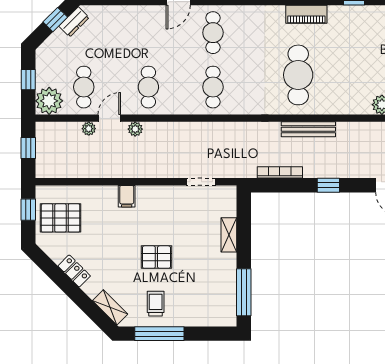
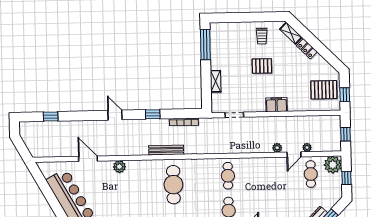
cafe table: (148, 87) -> (269, 175), removed
filing cabinet: (127, 196) -> (276, 105), width x2.00
locker: (74, 271) -> (307, 49), moved
window: (159, 334) -> (259, 17), removed

